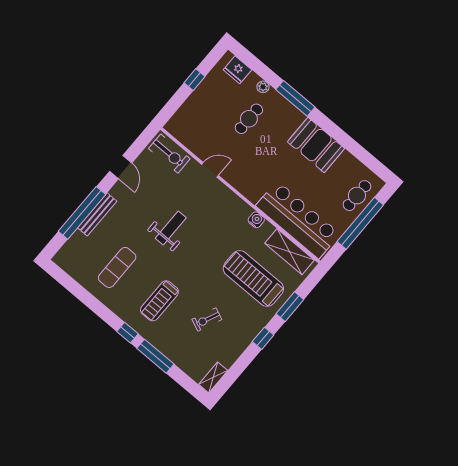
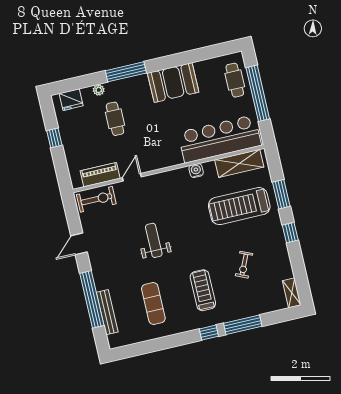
piano: (192, 141) -> (100, 175), added
door: (121, 167) -> (79, 244), swing flipped
bench: (97, 214) -> (107, 312), moved
treadmill: (159, 301) -> (203, 290), turned 180

